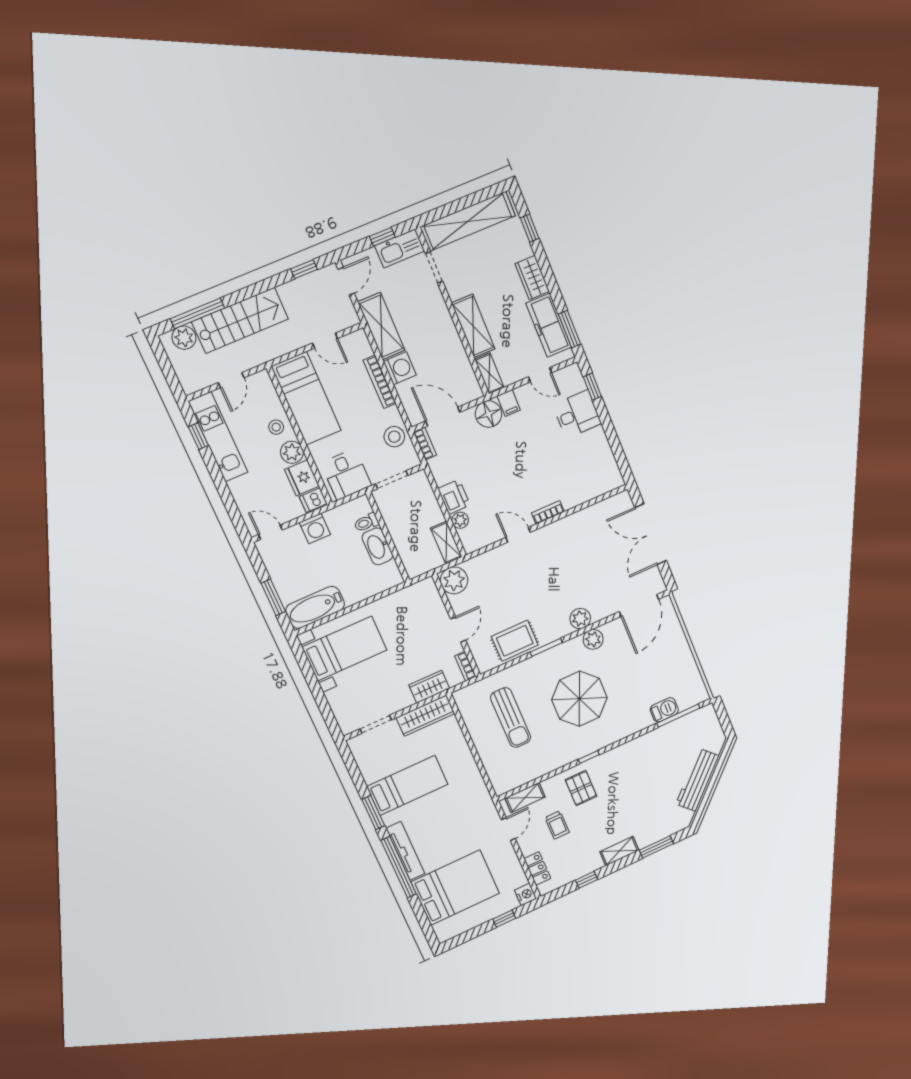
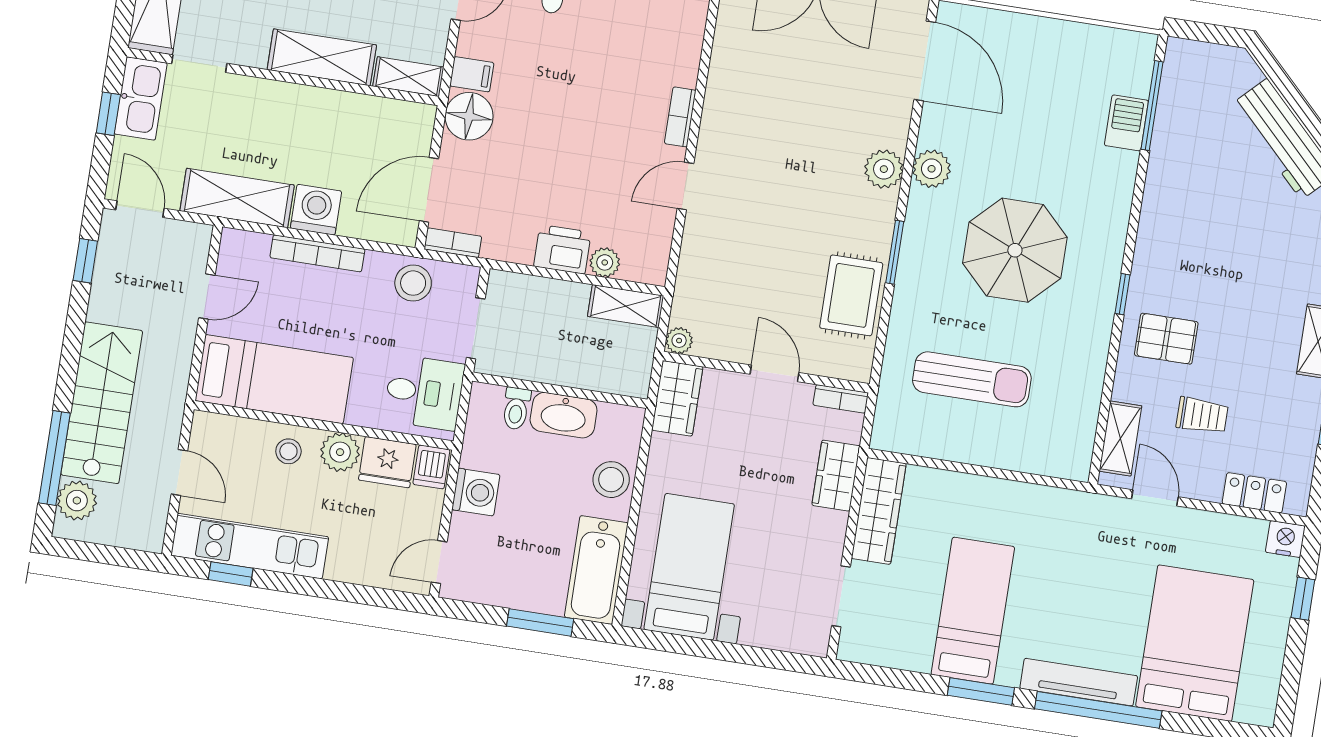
plant: (454, 580) -> (679, 341), width x0.53, depth x0.53
stool: (362, 587) -> (611, 480), added
wardrobe: (419, 593) -> (677, 398), added

